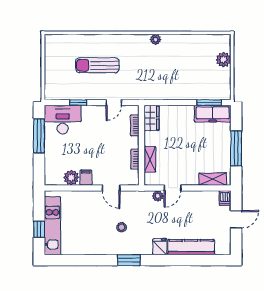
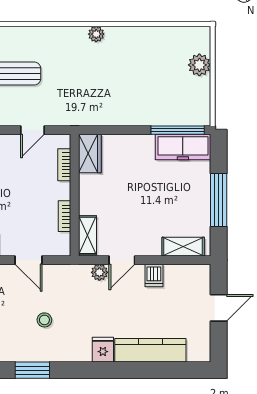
window: (209, 102) -> (178, 130), width x1.44
shelving: (150, 159) -> (87, 235), moved
dishwasher: (225, 198) -> (154, 275), moved
window: (129, 260) -> (32, 370), moved

